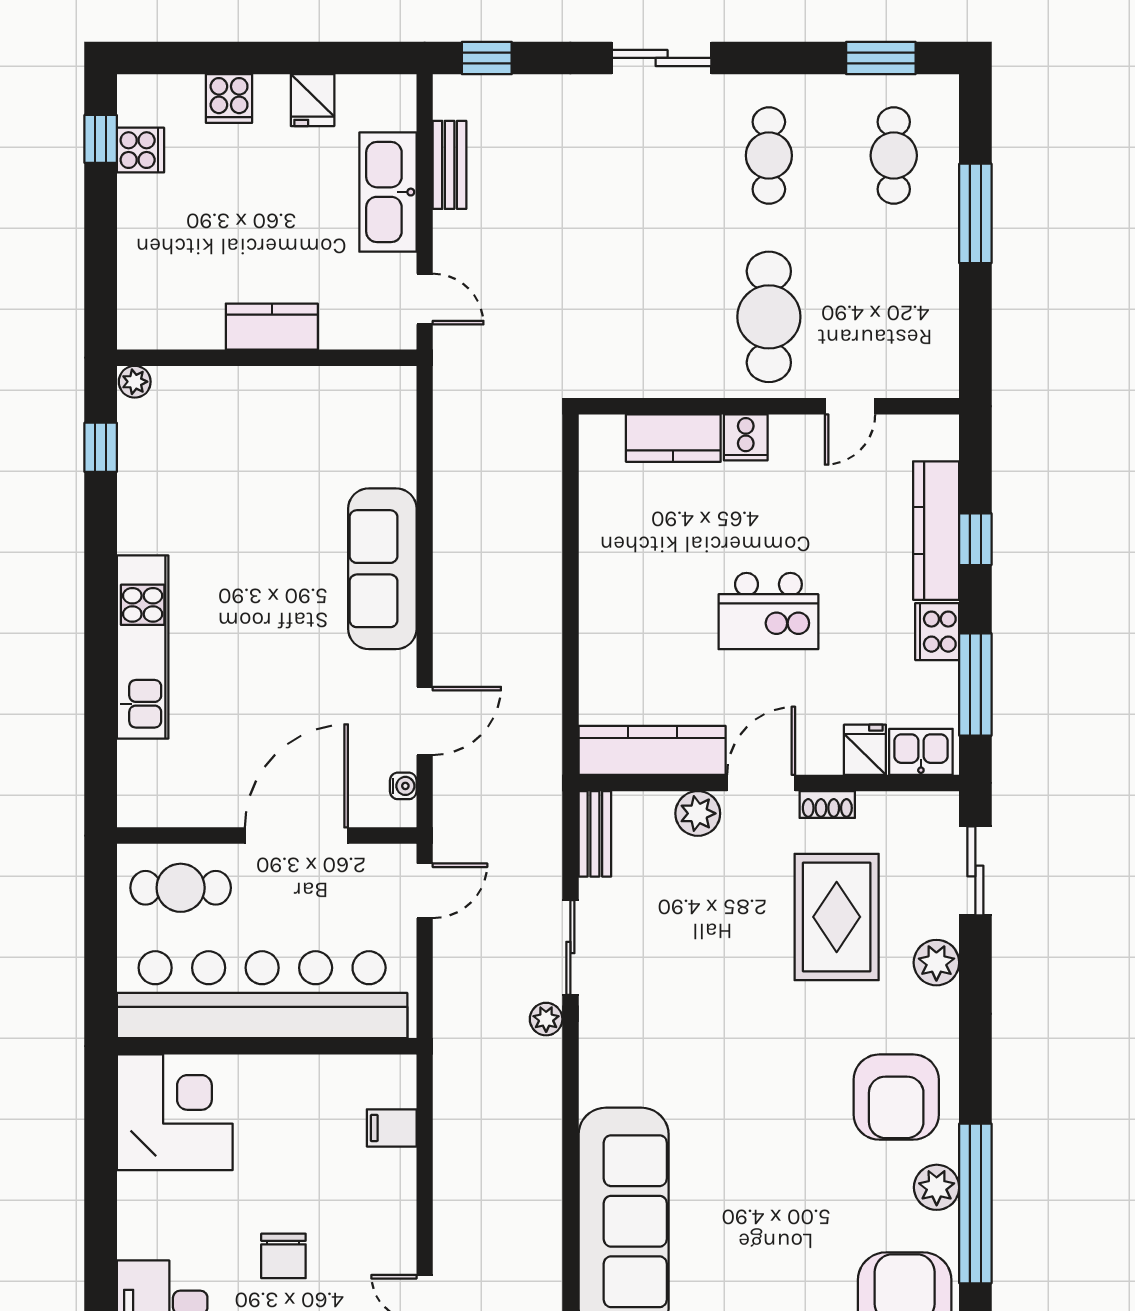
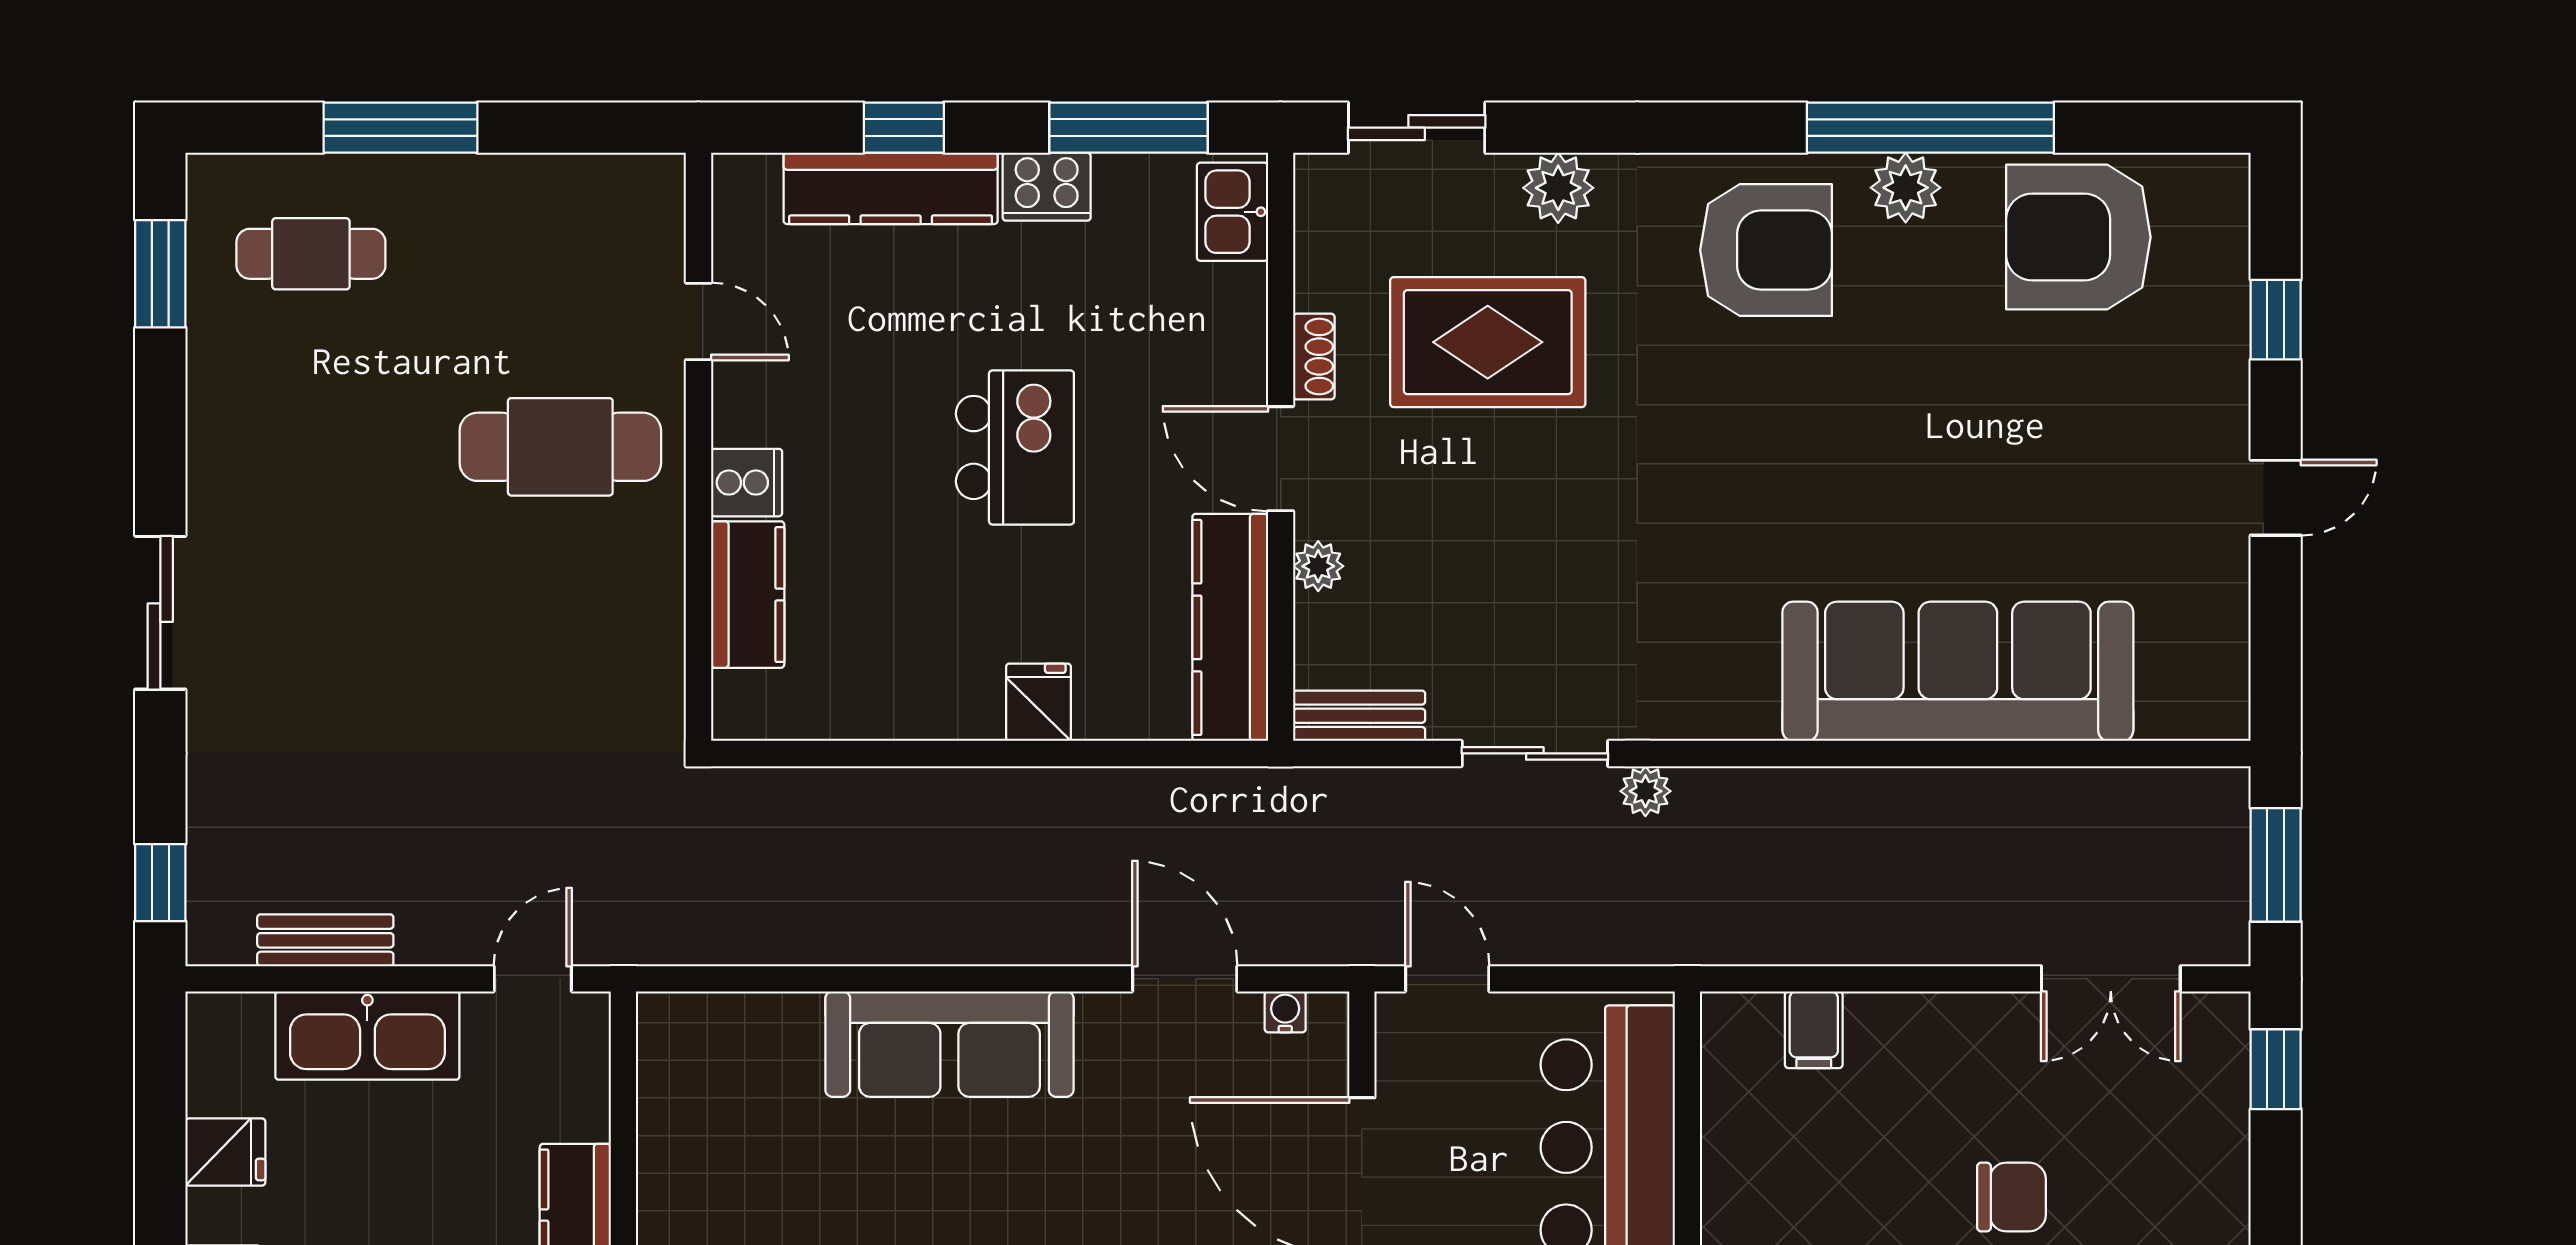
cafe table: (769, 156) -> (311, 447), removed
fridge: (865, 750) -> (1038, 702), moved, turned 90
plant: (698, 813) -> (1318, 566), width x0.73, depth x0.73

